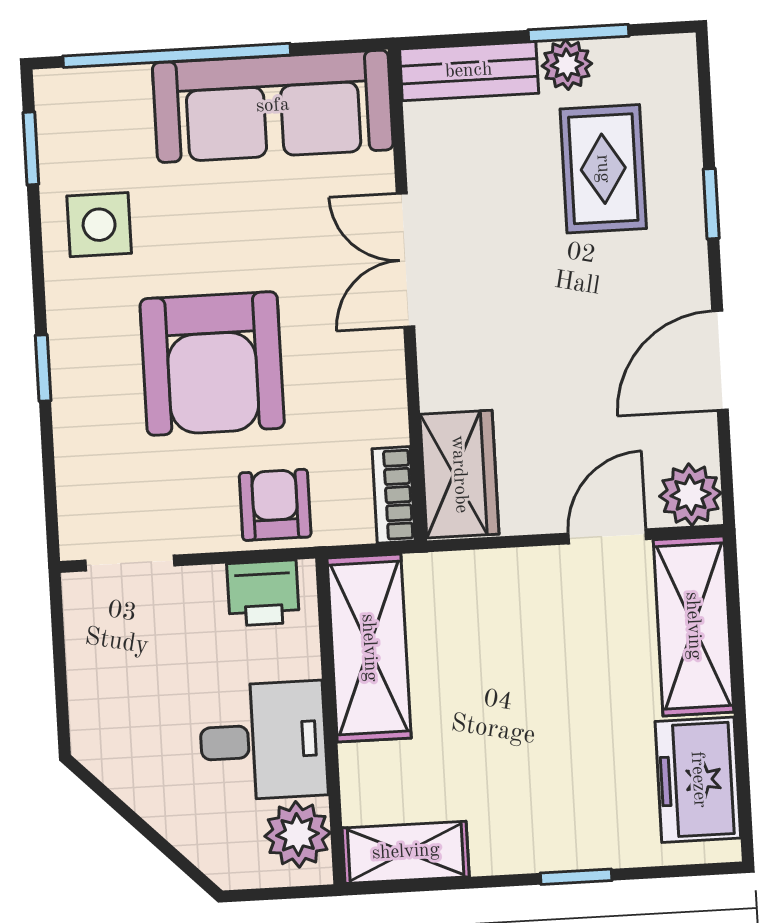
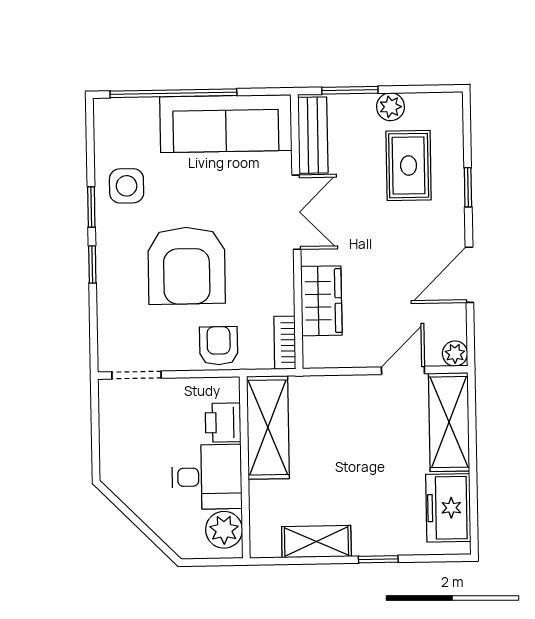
window: (578, 33) -> (350, 90), moved
bench: (469, 71) -> (313, 135), moved, turned 90
window: (31, 148) -> (91, 207), moved
double door: (405, 260) -> (296, 212), swing flipped
wardrobe: (459, 474) -> (321, 301), moved
plant: (690, 495) -> (455, 354), width x0.73, depth x0.73
printer: (263, 593) -> (223, 423), moved, turned 90
shelving: (406, 852) -> (316, 541), moved

